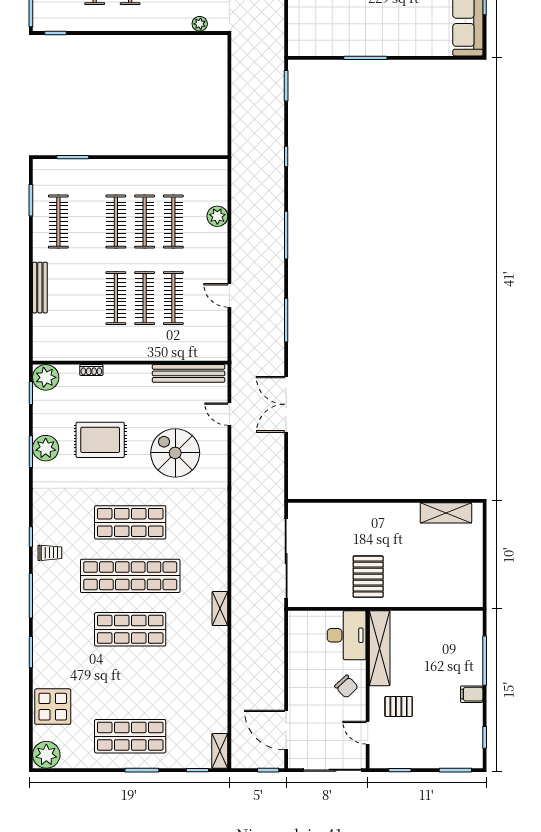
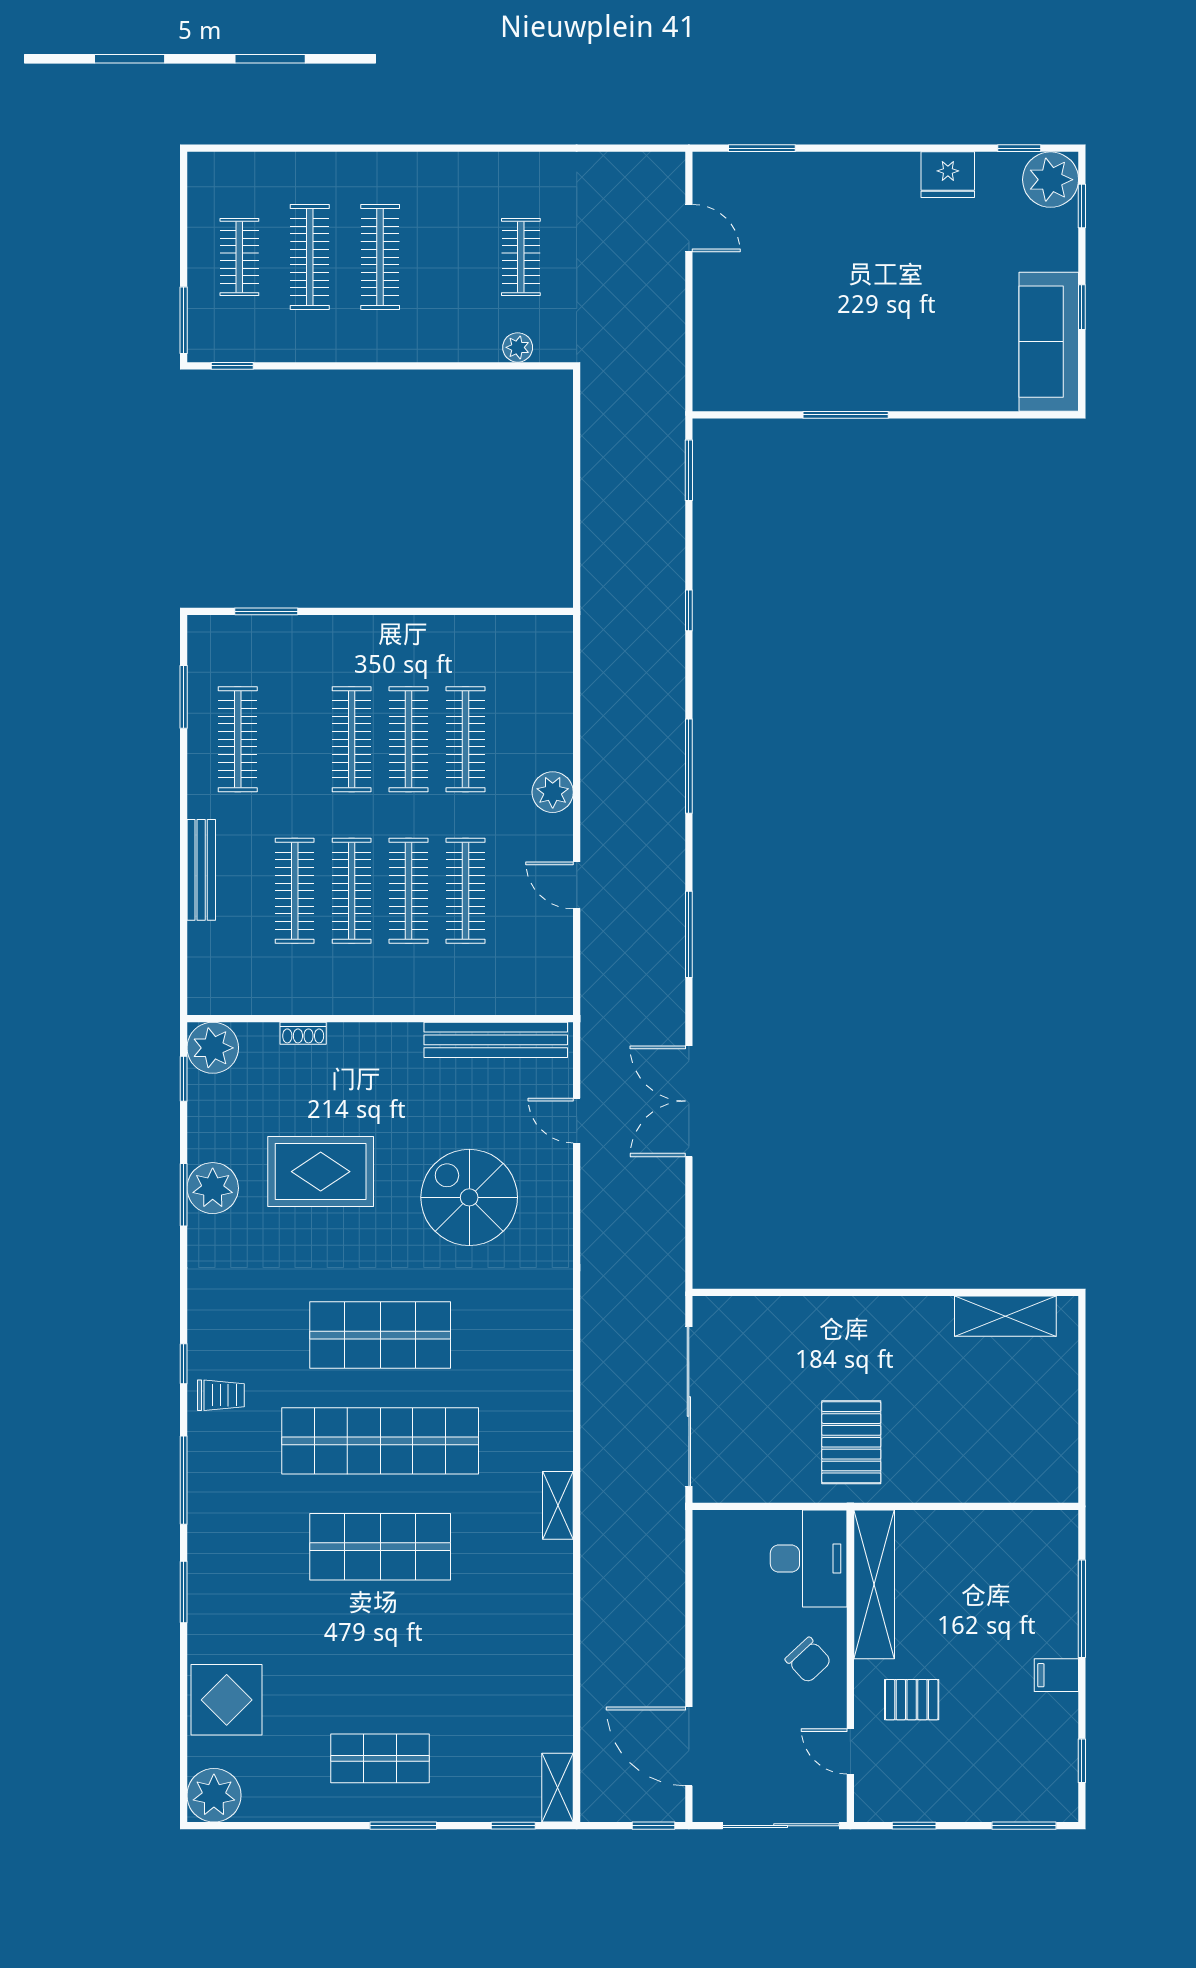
plant: (217, 216) -> (553, 792), moved
clothes rail: (87, 298) -> (295, 891), added
shop shelf: (130, 736) -> (380, 1758), width x0.70, depth x0.74

